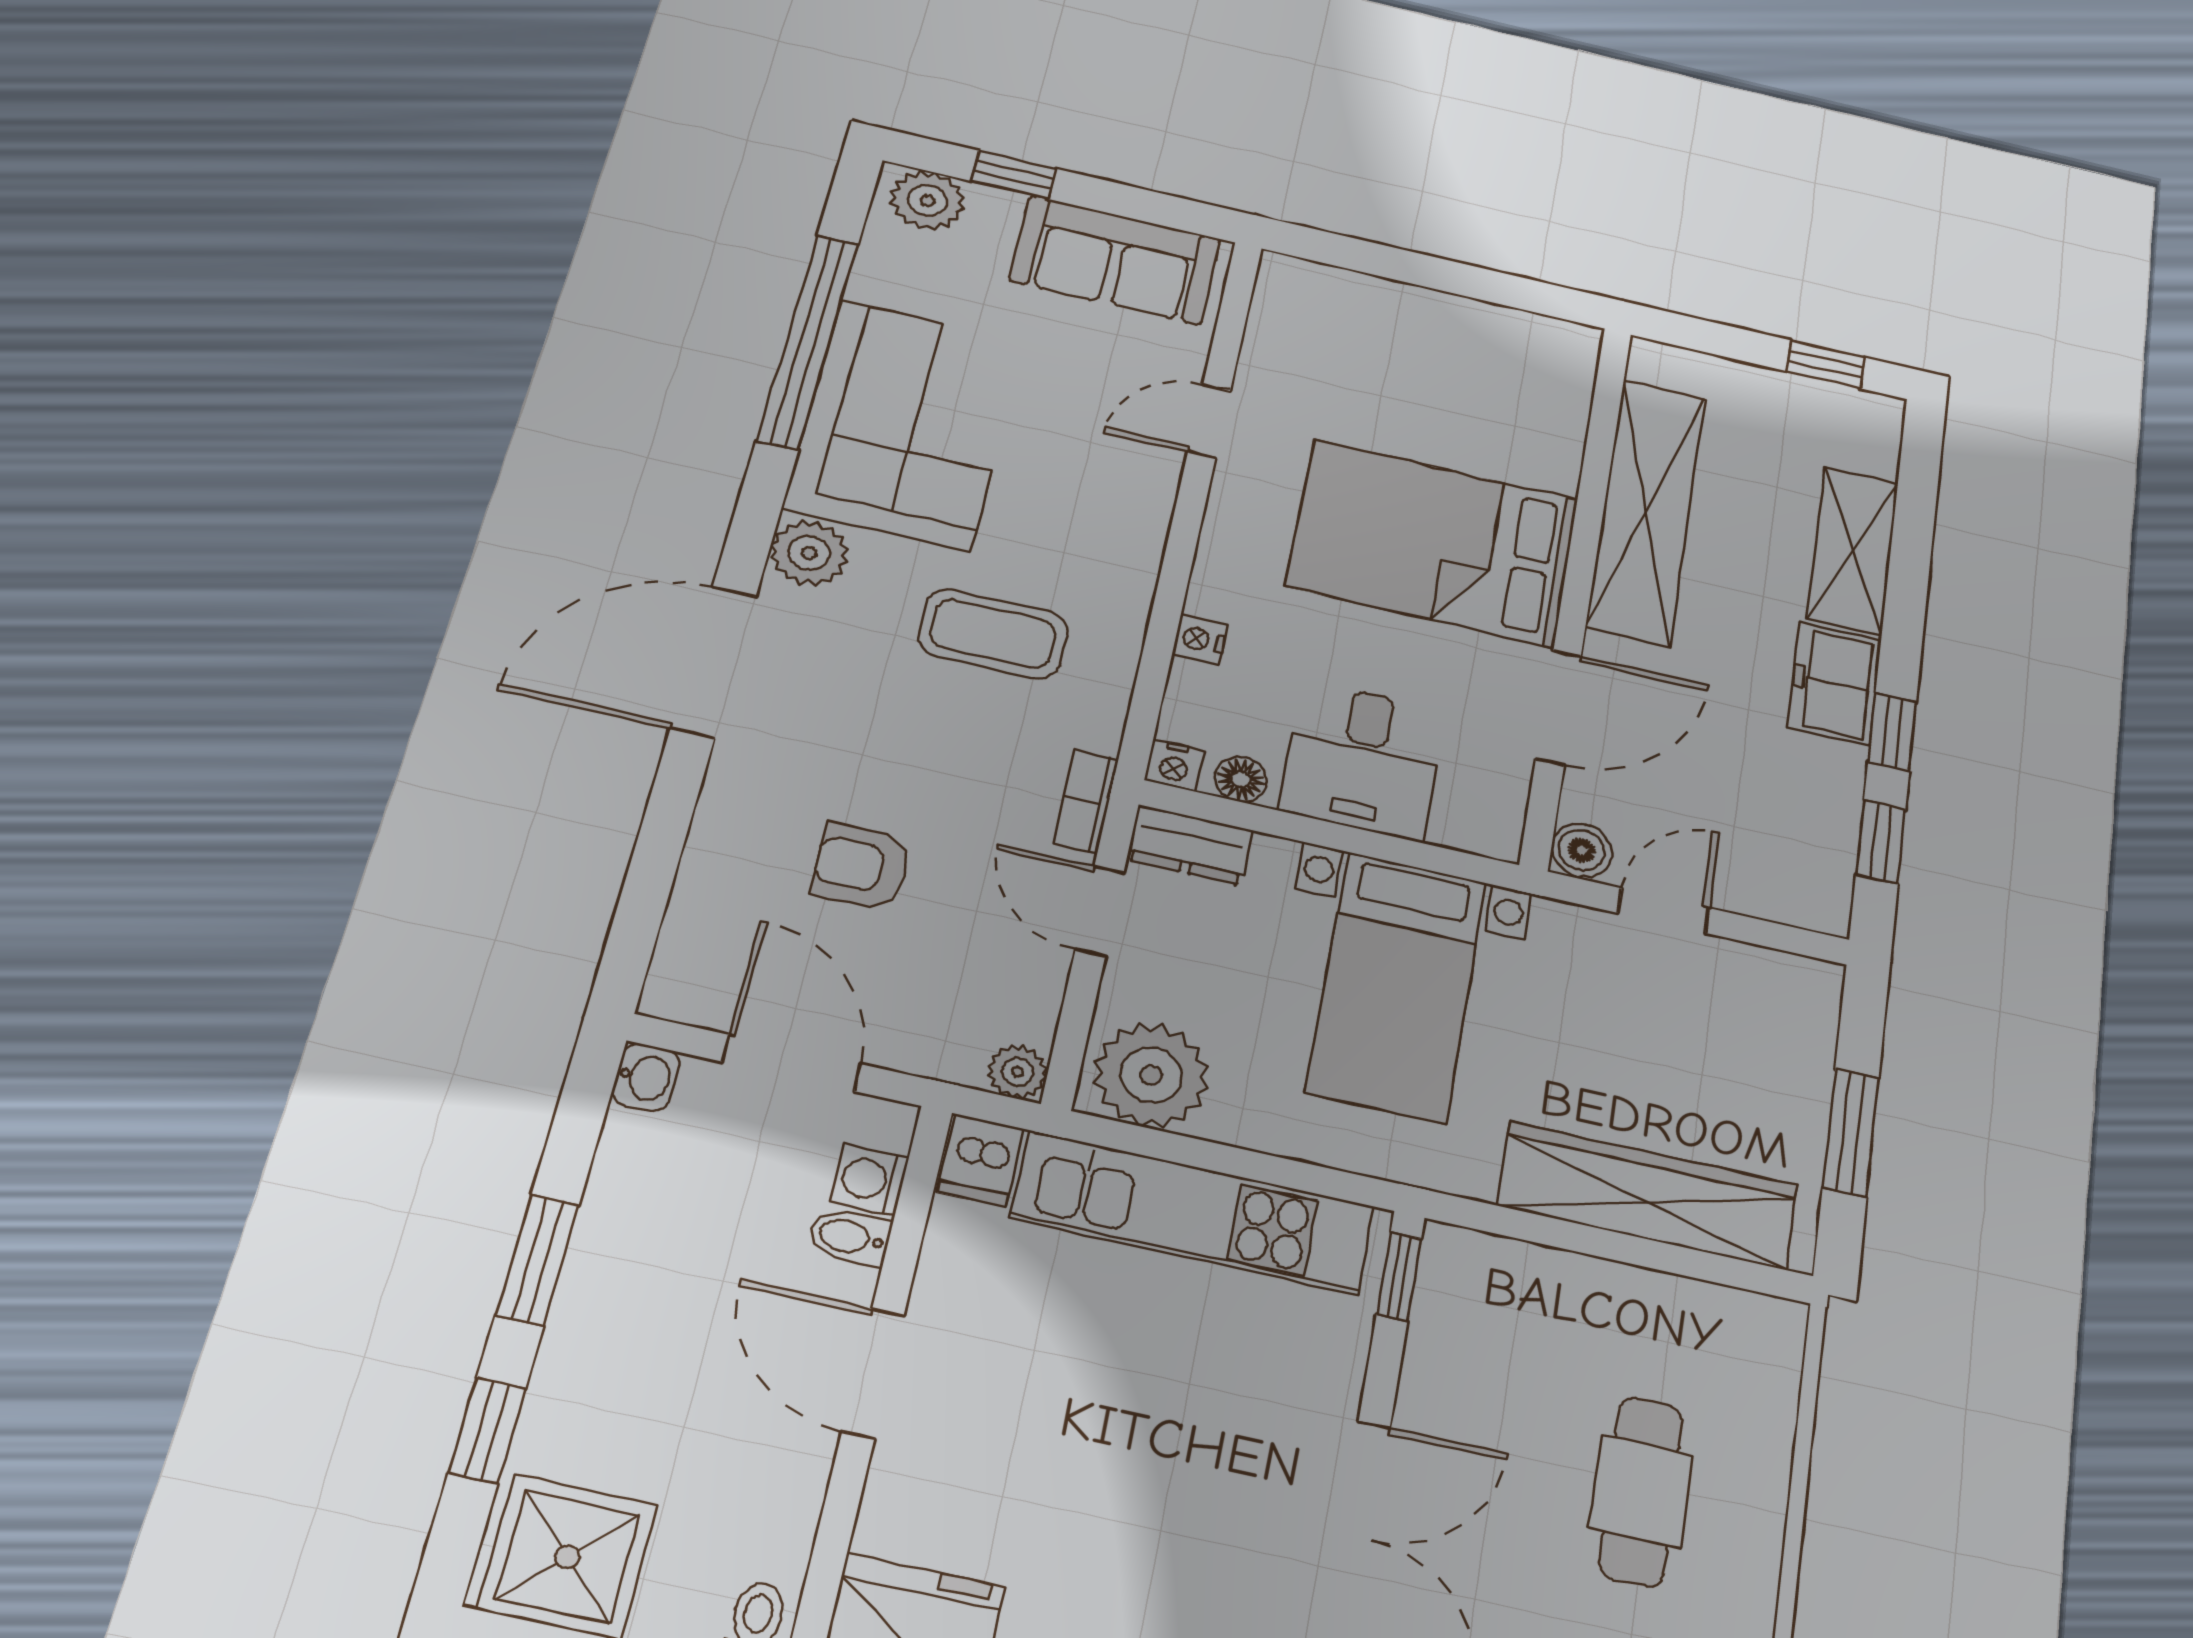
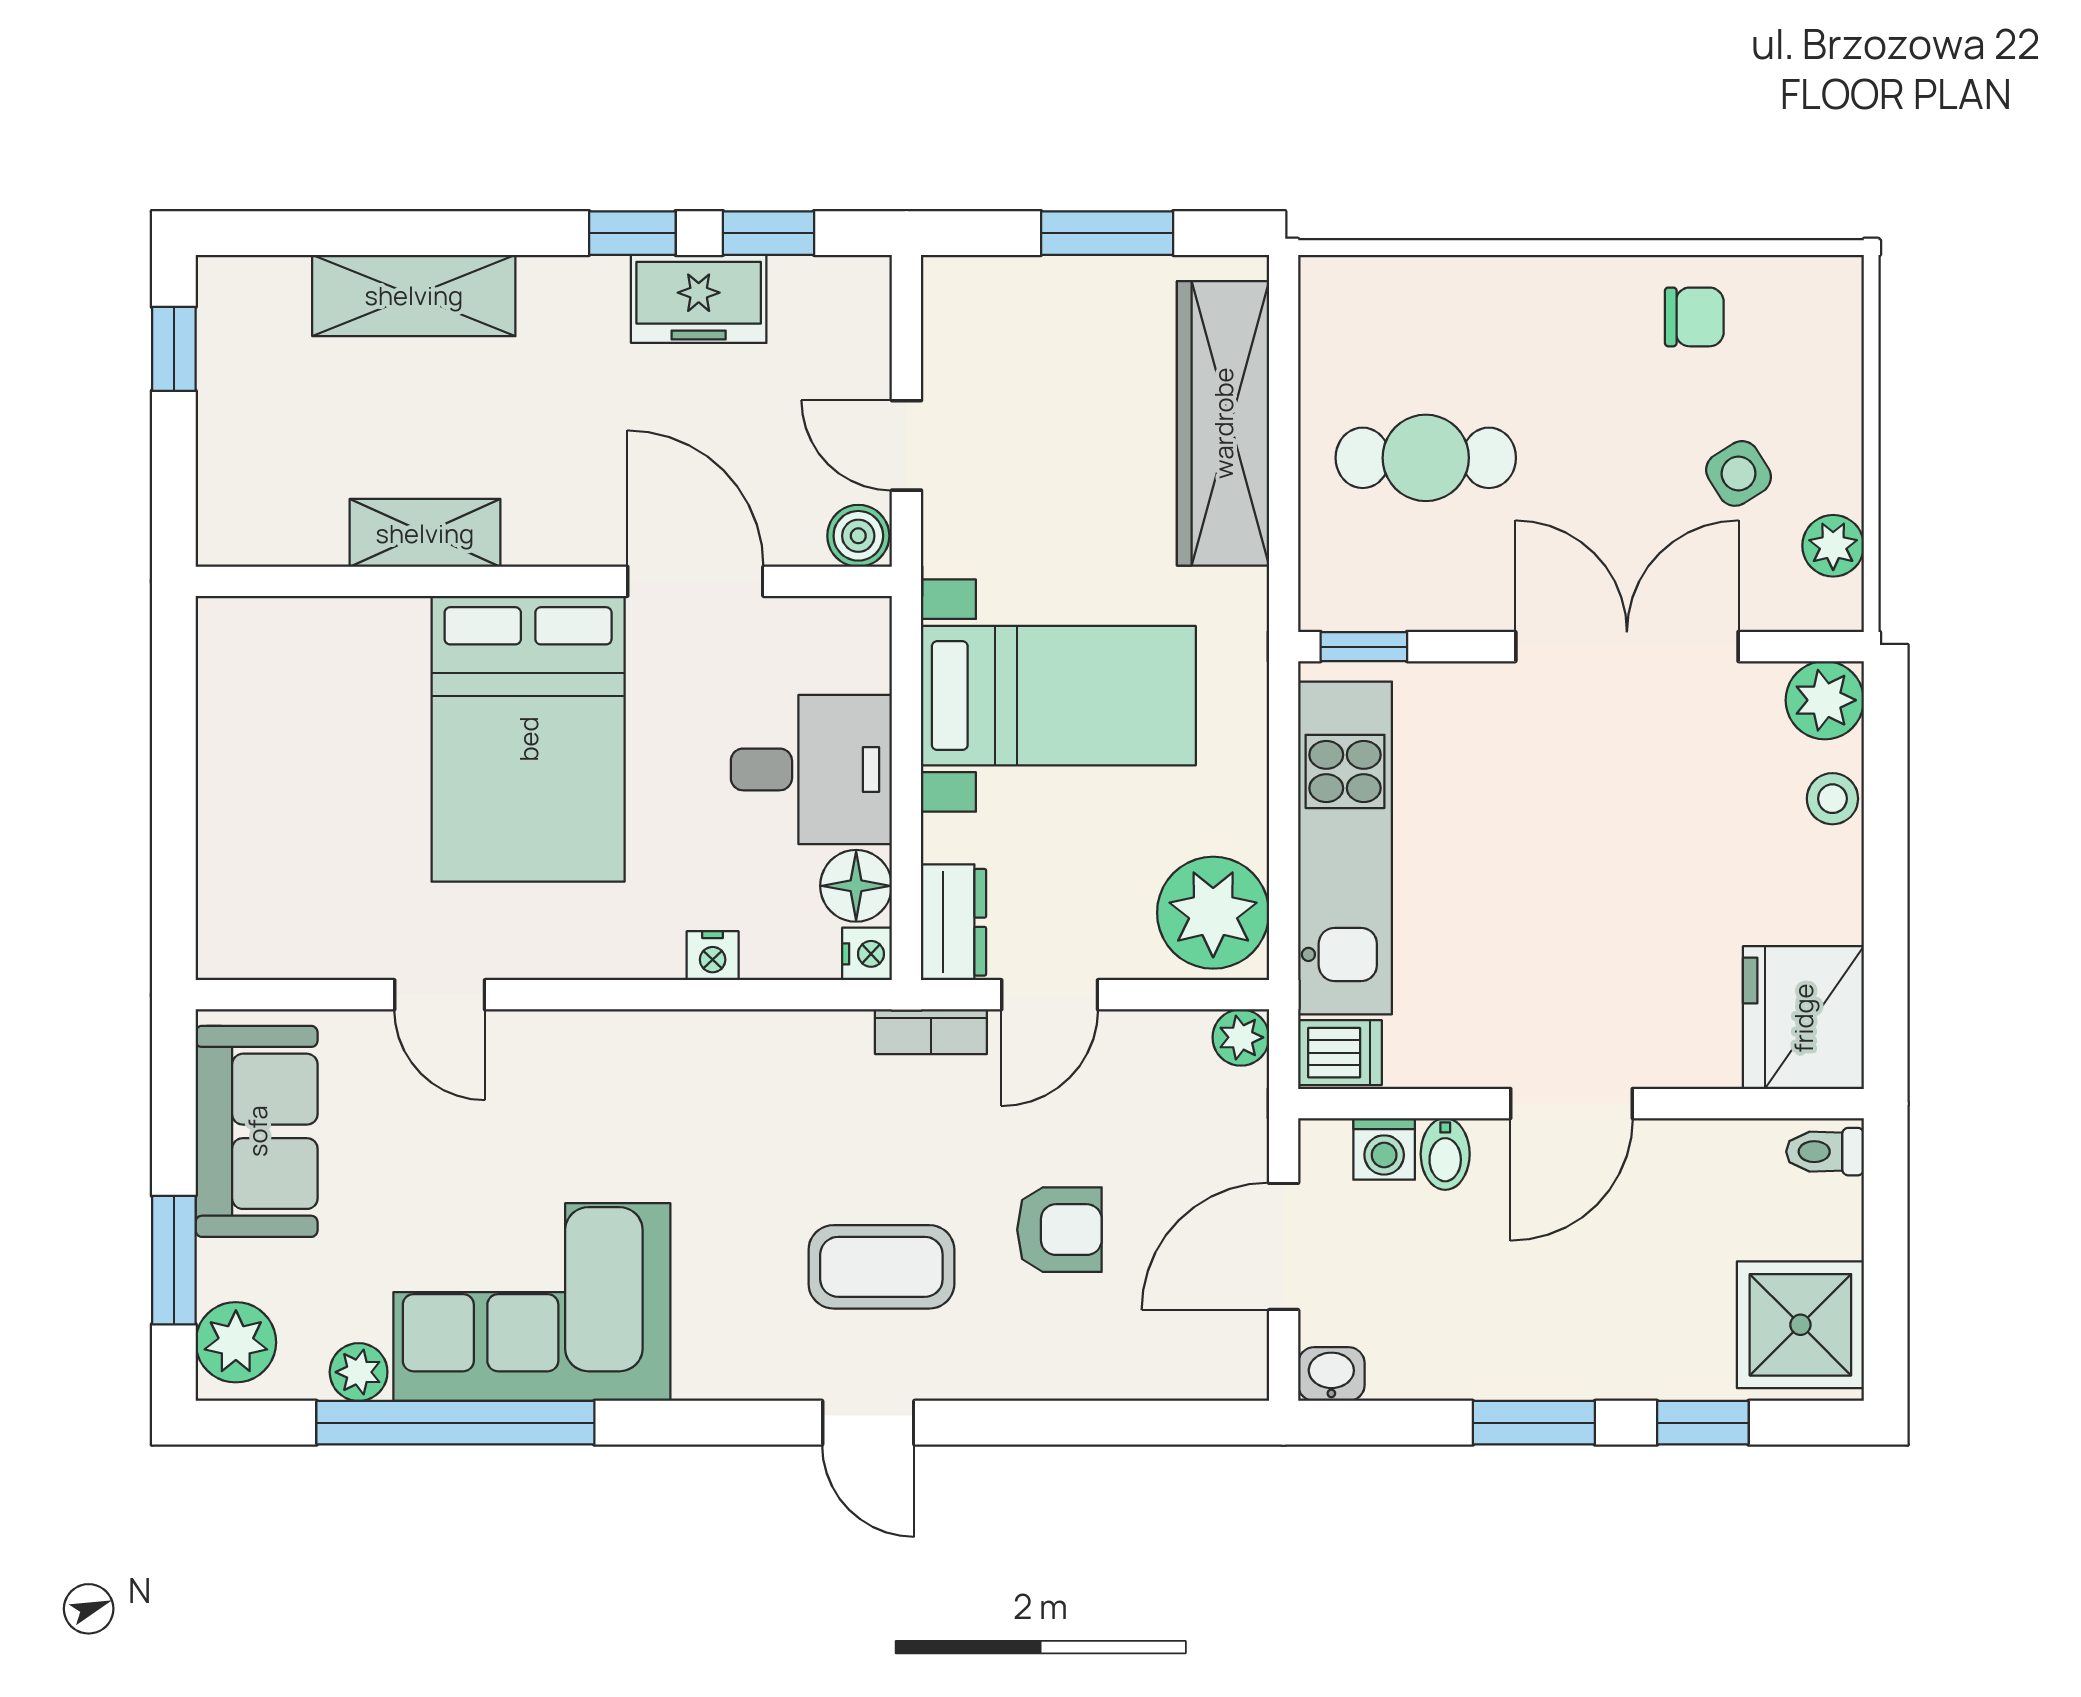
window: (1014, 175) -> (174, 1260), width x1.50
shelving: (1646, 511) -> (425, 533), width x0.45, depth x0.75
plant: (809, 553) -> (359, 1372), moved, width x0.73, depth x0.73
coffee table: (993, 634) -> (881, 1267), moved, turned 90
door: (714, 662) -> (868, 1423), width x0.53
freezer: (1835, 684) -> (699, 299), moved
floor lamp: (1241, 779) -> (856, 886), width x1.37, depth x1.37
armchair: (861, 866) -> (1059, 1230), turned -90
cafe table: (1641, 1491) -> (1426, 458), moved

